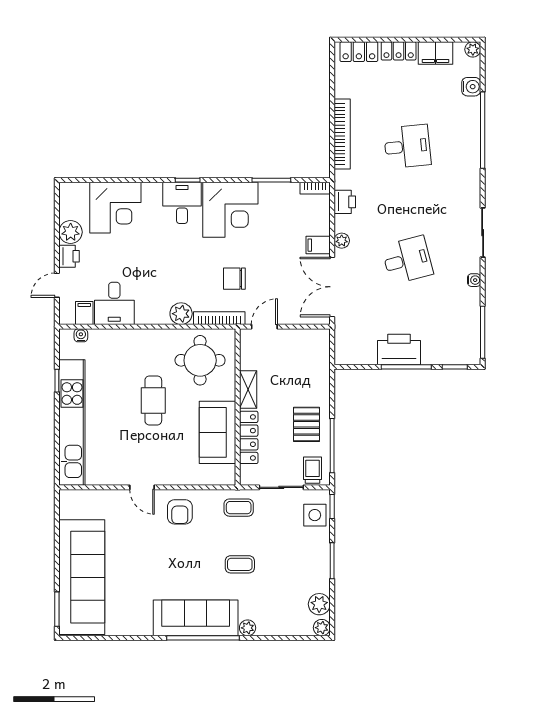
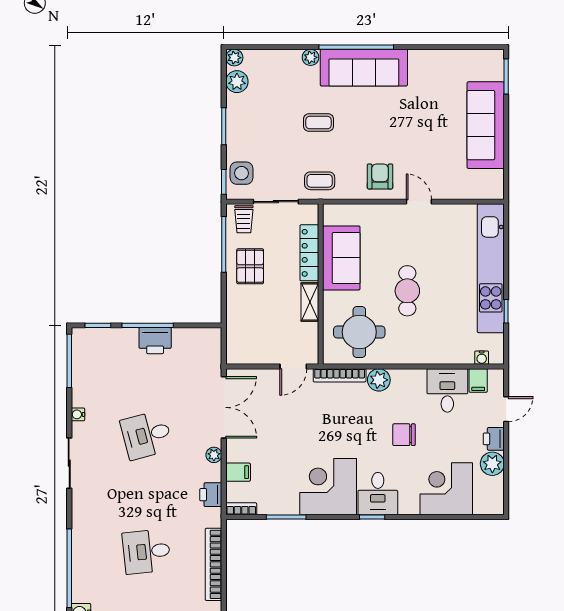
filing cabinet: (318, 245) -> (238, 472), moved
chair: (234, 279) -> (404, 435), moved, turned 180
printer: (399, 349) -> (155, 341), width x0.73, depth x0.84
sofa: (82, 577) -> (486, 125), width x0.74, depth x0.79

